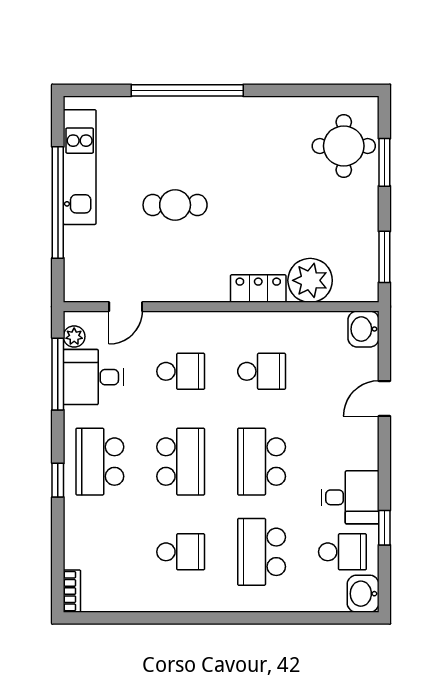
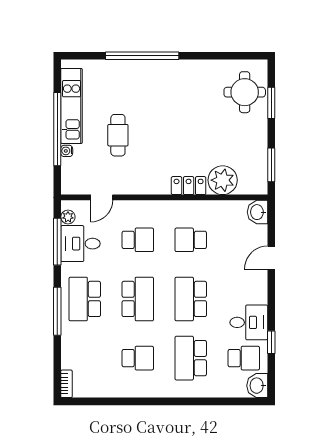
cafe table: (175, 205) -> (118, 135), moved, turned 90
water cooler: (72, 236) -> (67, 151), added
school desk: (262, 371) -> (191, 240), turned 180
window: (58, 480) -> (57, 311), width x2.17

